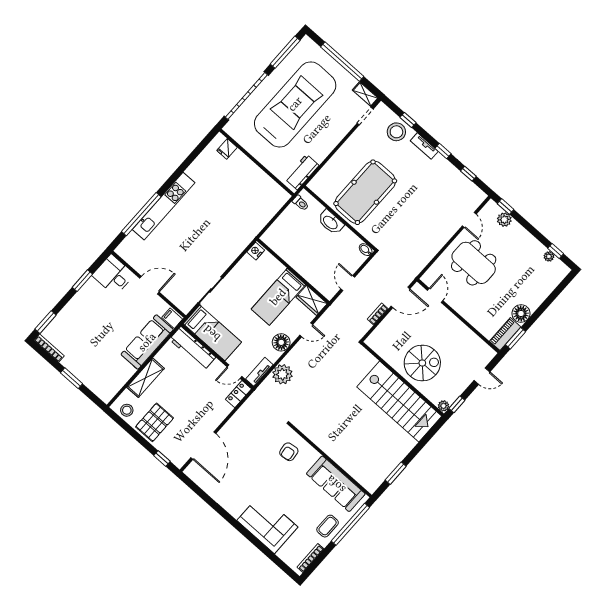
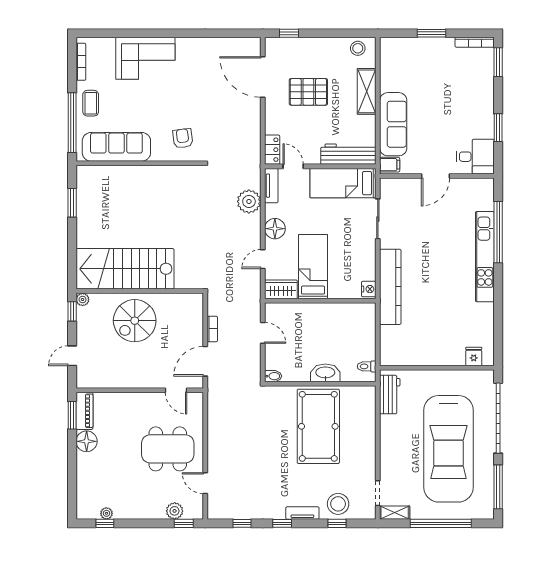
kitchen counter: (241, 240) -> (390, 287), added
door: (234, 372) -> (293, 166), hinge flipped
pallet: (155, 422) -> (308, 92), moved, turned 90

